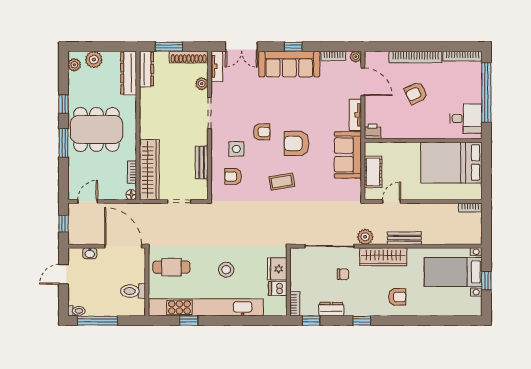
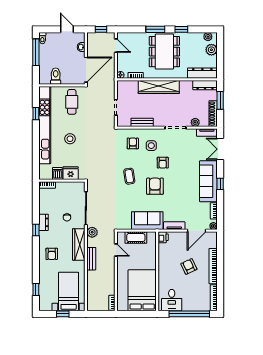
wardrobe: (149, 170) -> (159, 87), moved
dresser: (331, 309) -> (43, 222), moved
window: (311, 321) -> (36, 289), moved

